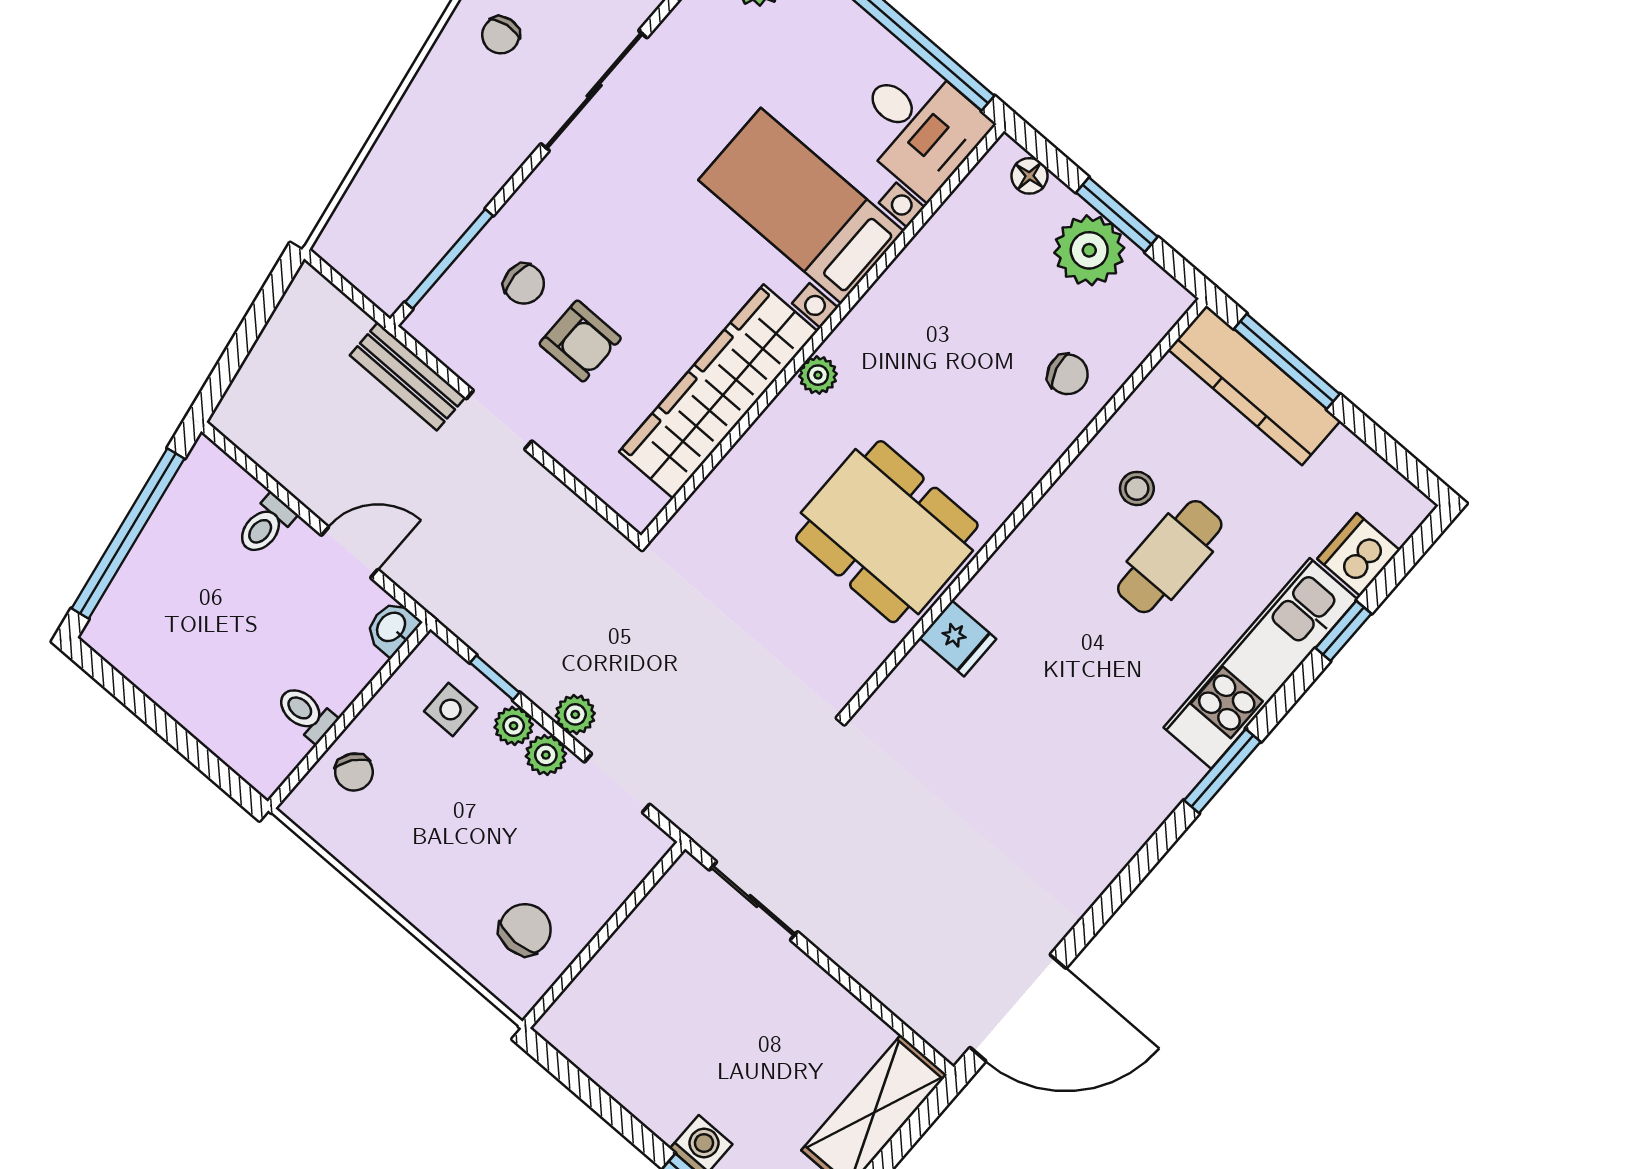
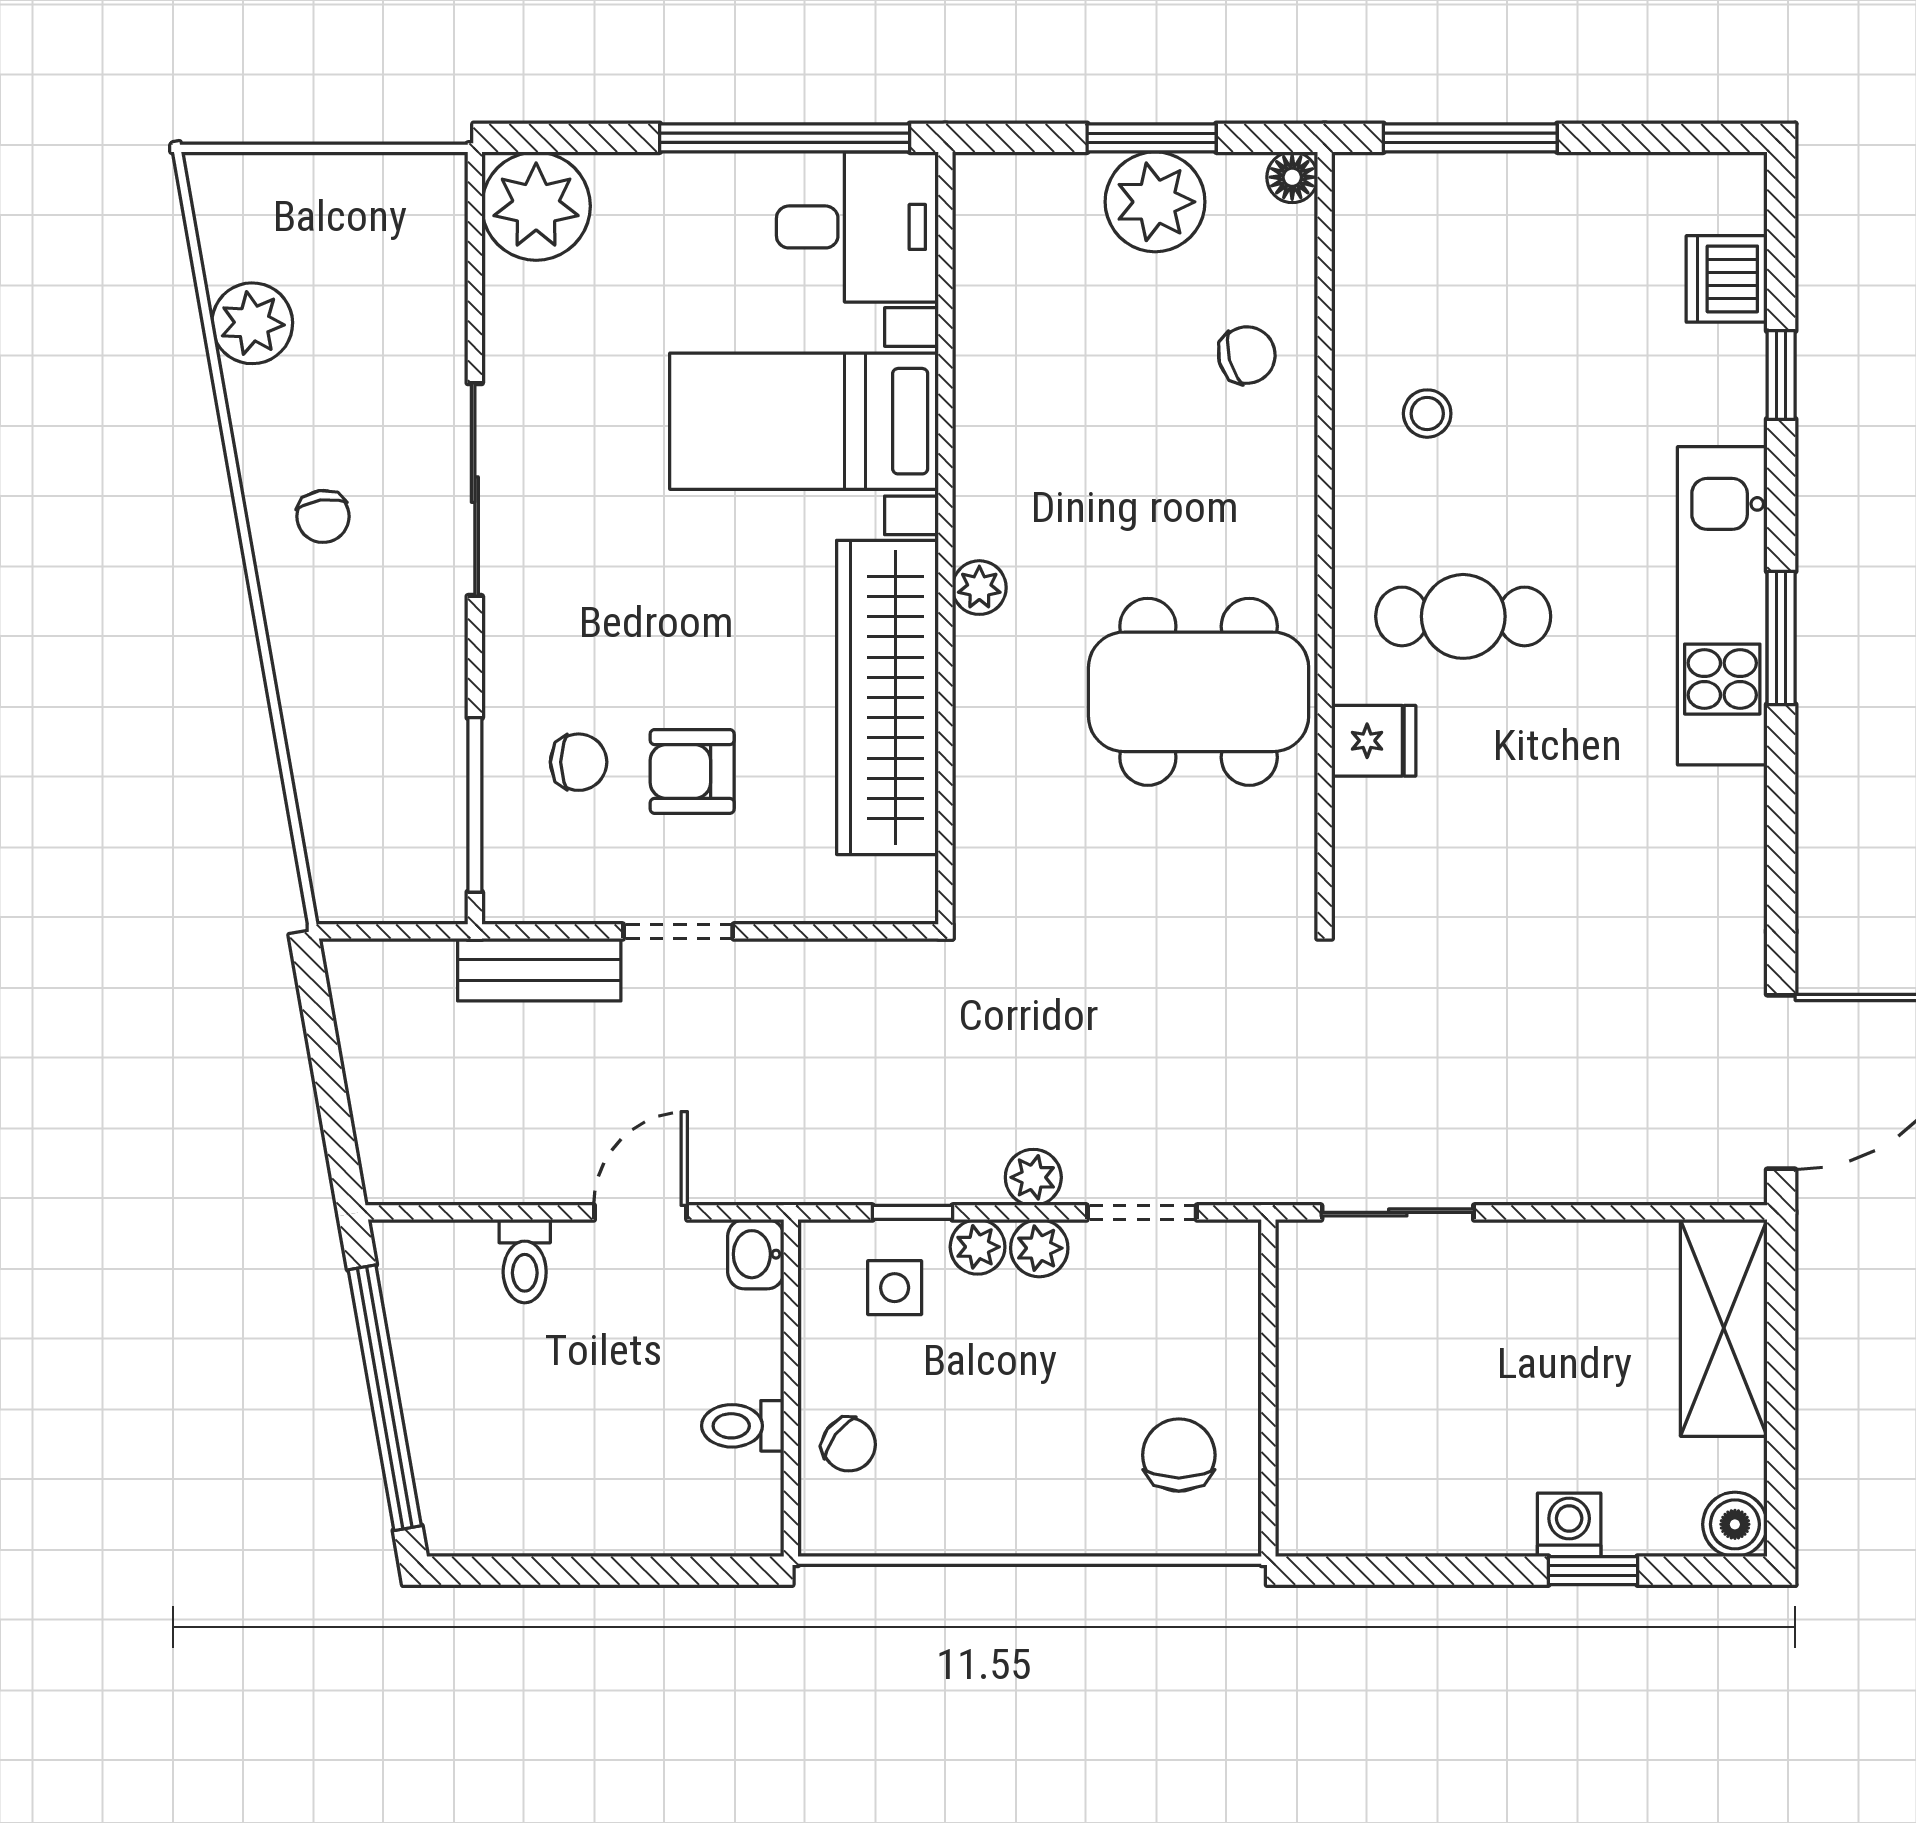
floor lamp: (1029, 176) -> (1292, 177), moved
armchair: (580, 341) -> (692, 771), turned 180
kitchen counter: (1254, 385) -> (1457, 194), removed
cafe table: (1170, 557) -> (1463, 616), moved, turned 90
kitchen unit: (1260, 663) -> (1722, 606), moved

